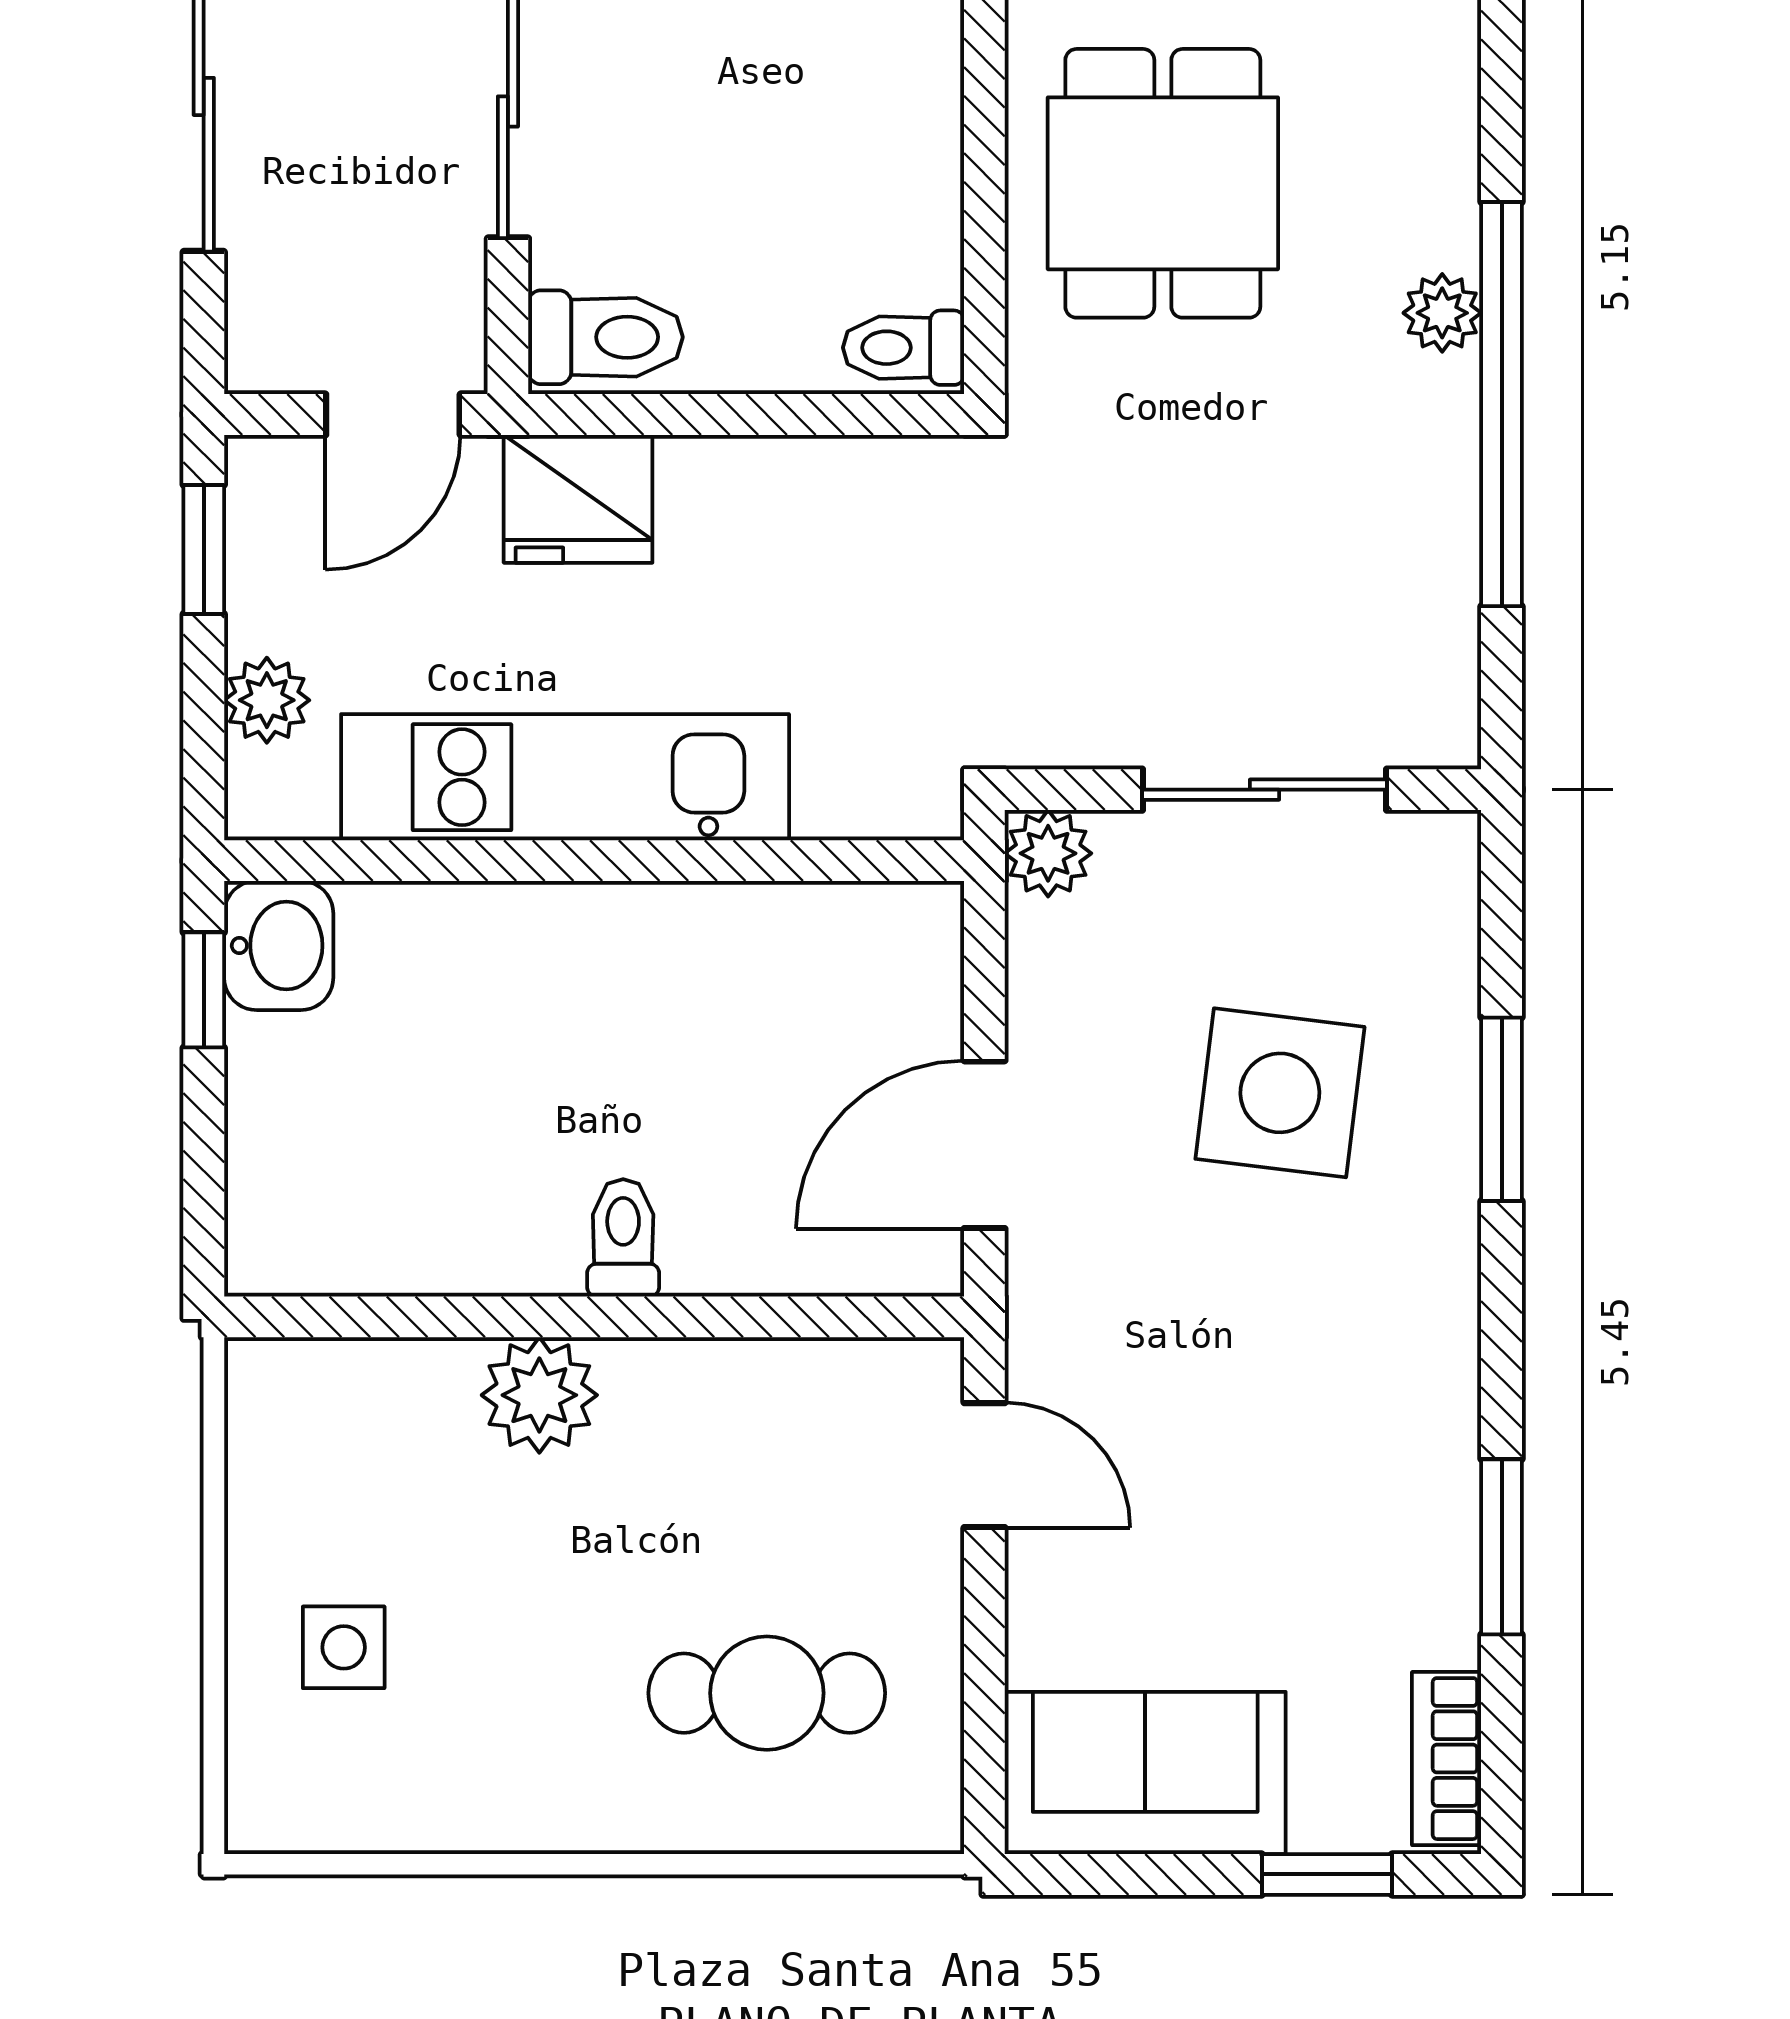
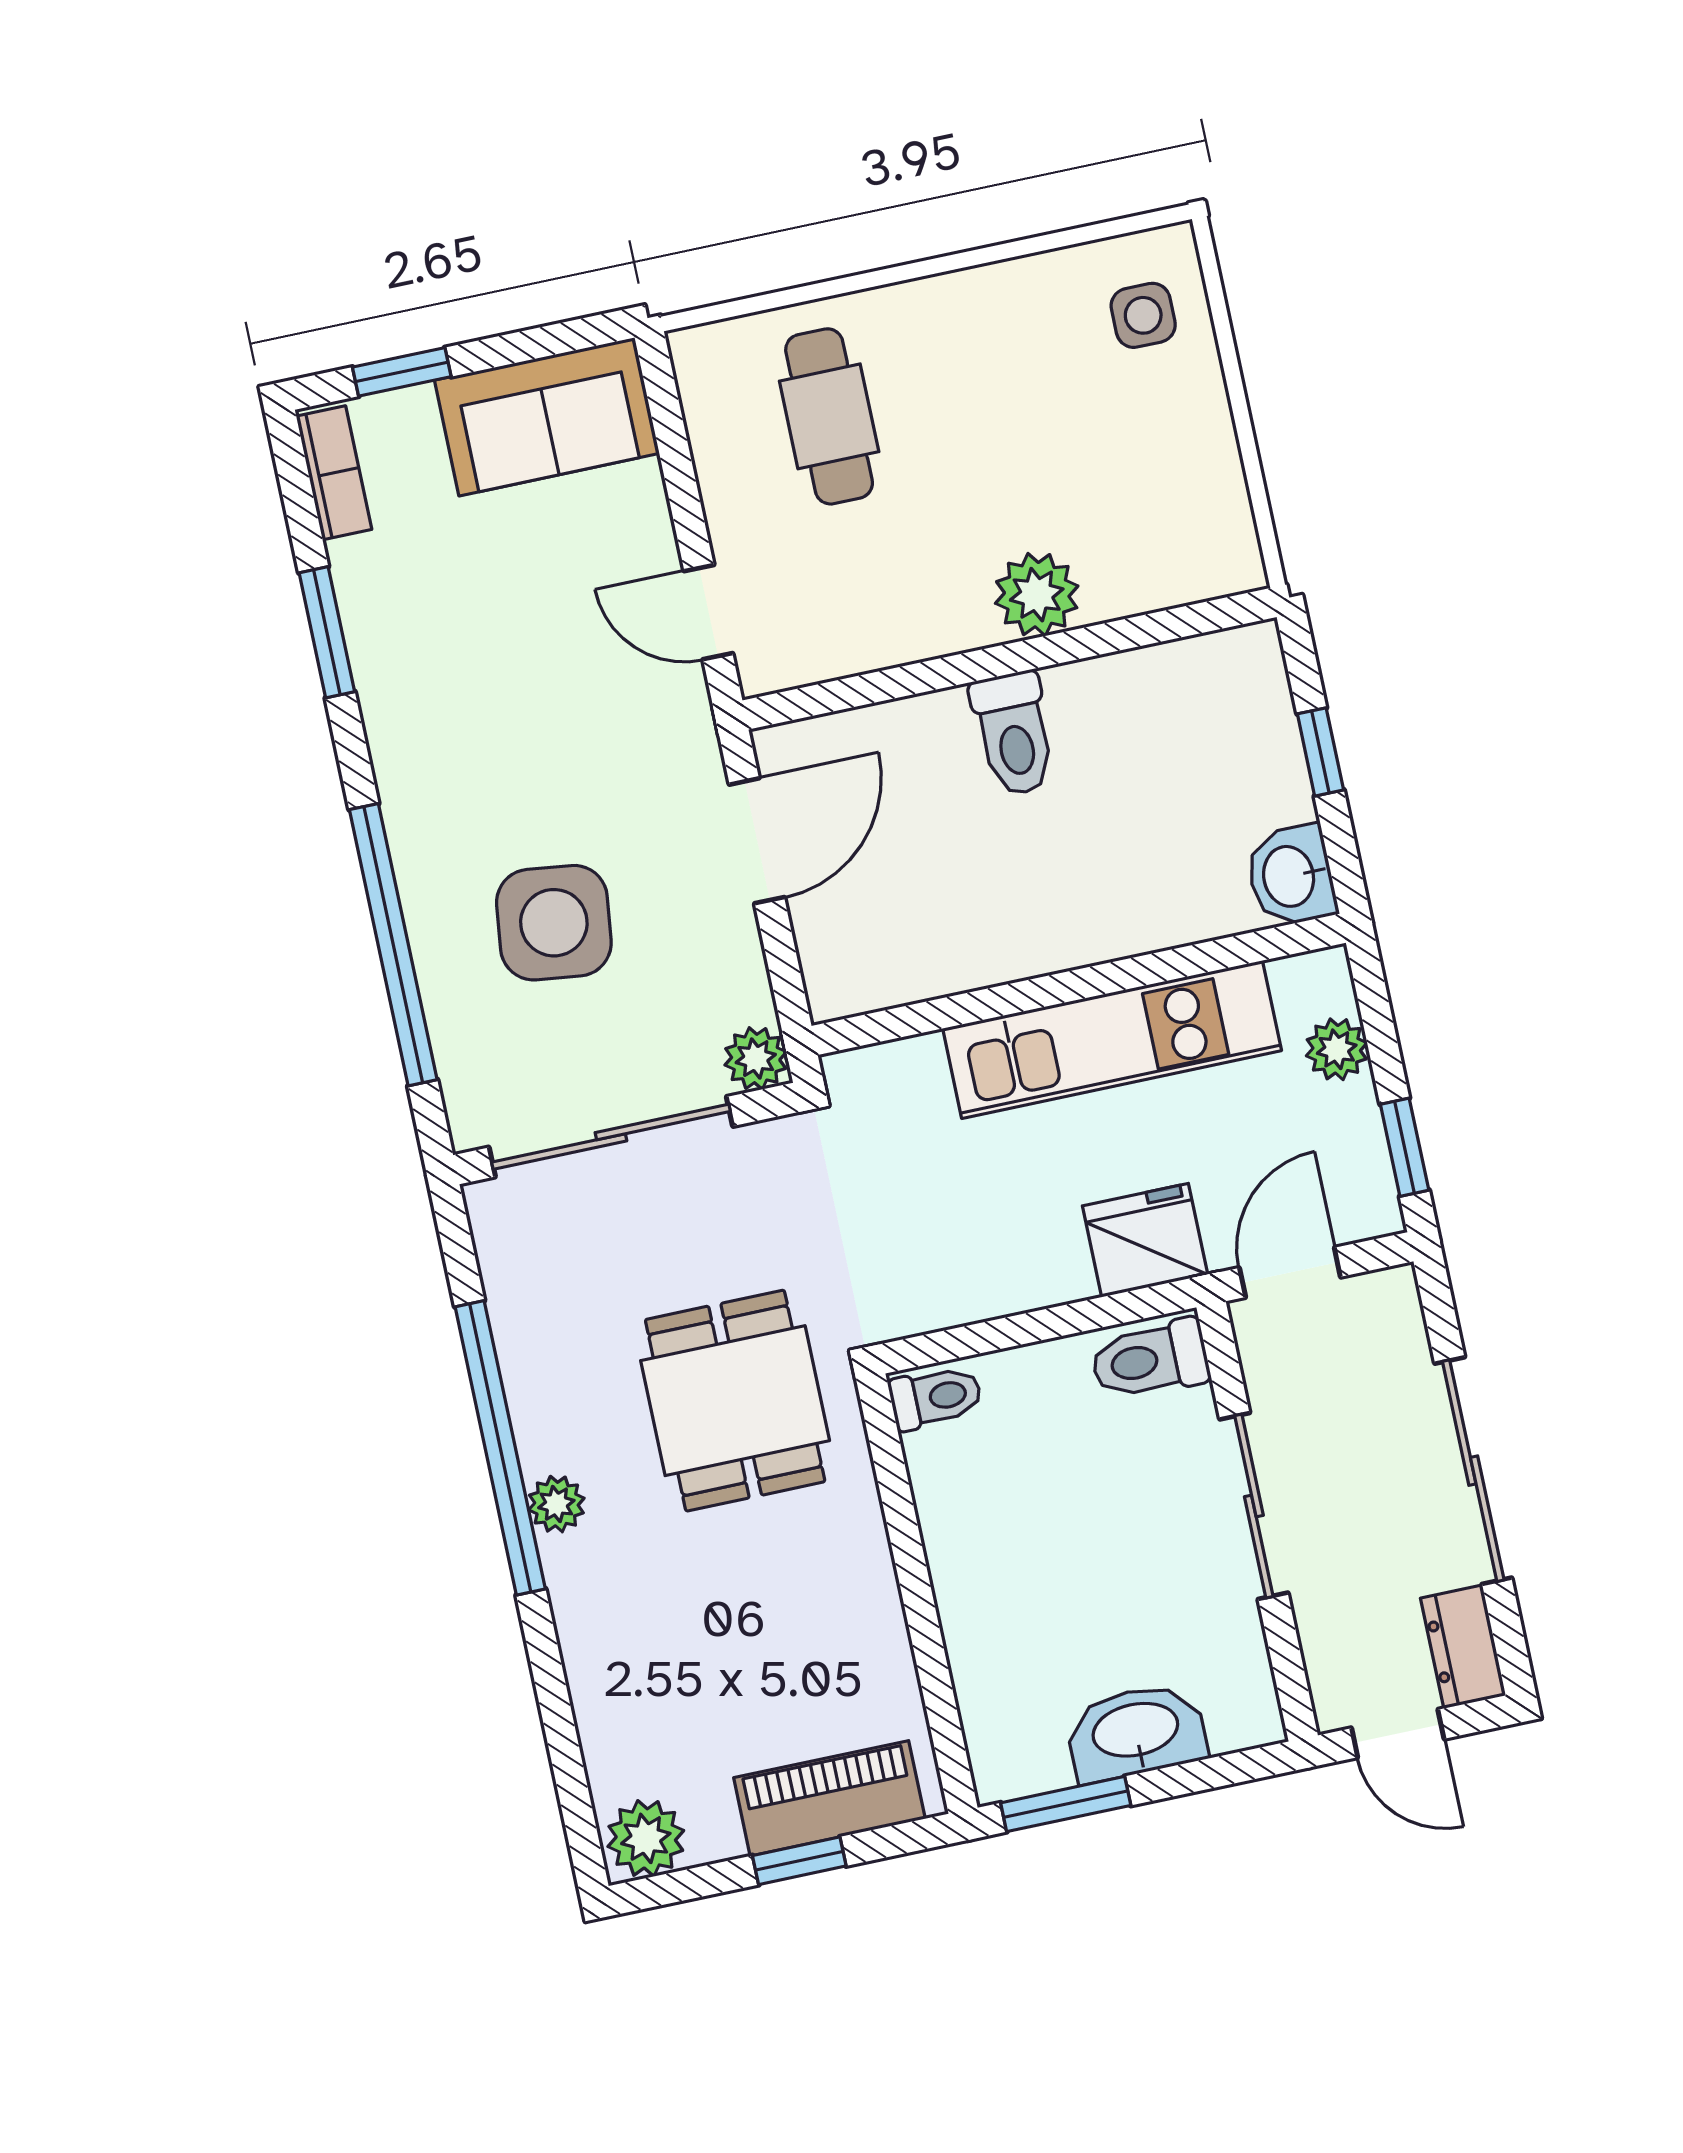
dining table: (1163, 183) -> (735, 1401), moved
sliding door: (1264, 790) -> (611, 1137), width x1.37
window: (204, 990) -> (1320, 752), moved
window: (1502, 1109) -> (393, 945), width x2.11
toilet: (623, 1238) -> (1014, 734), width x1.37, depth x1.39
side table: (344, 1647) -> (1143, 315), moved
cafe table: (767, 1693) -> (829, 416), turned 90

